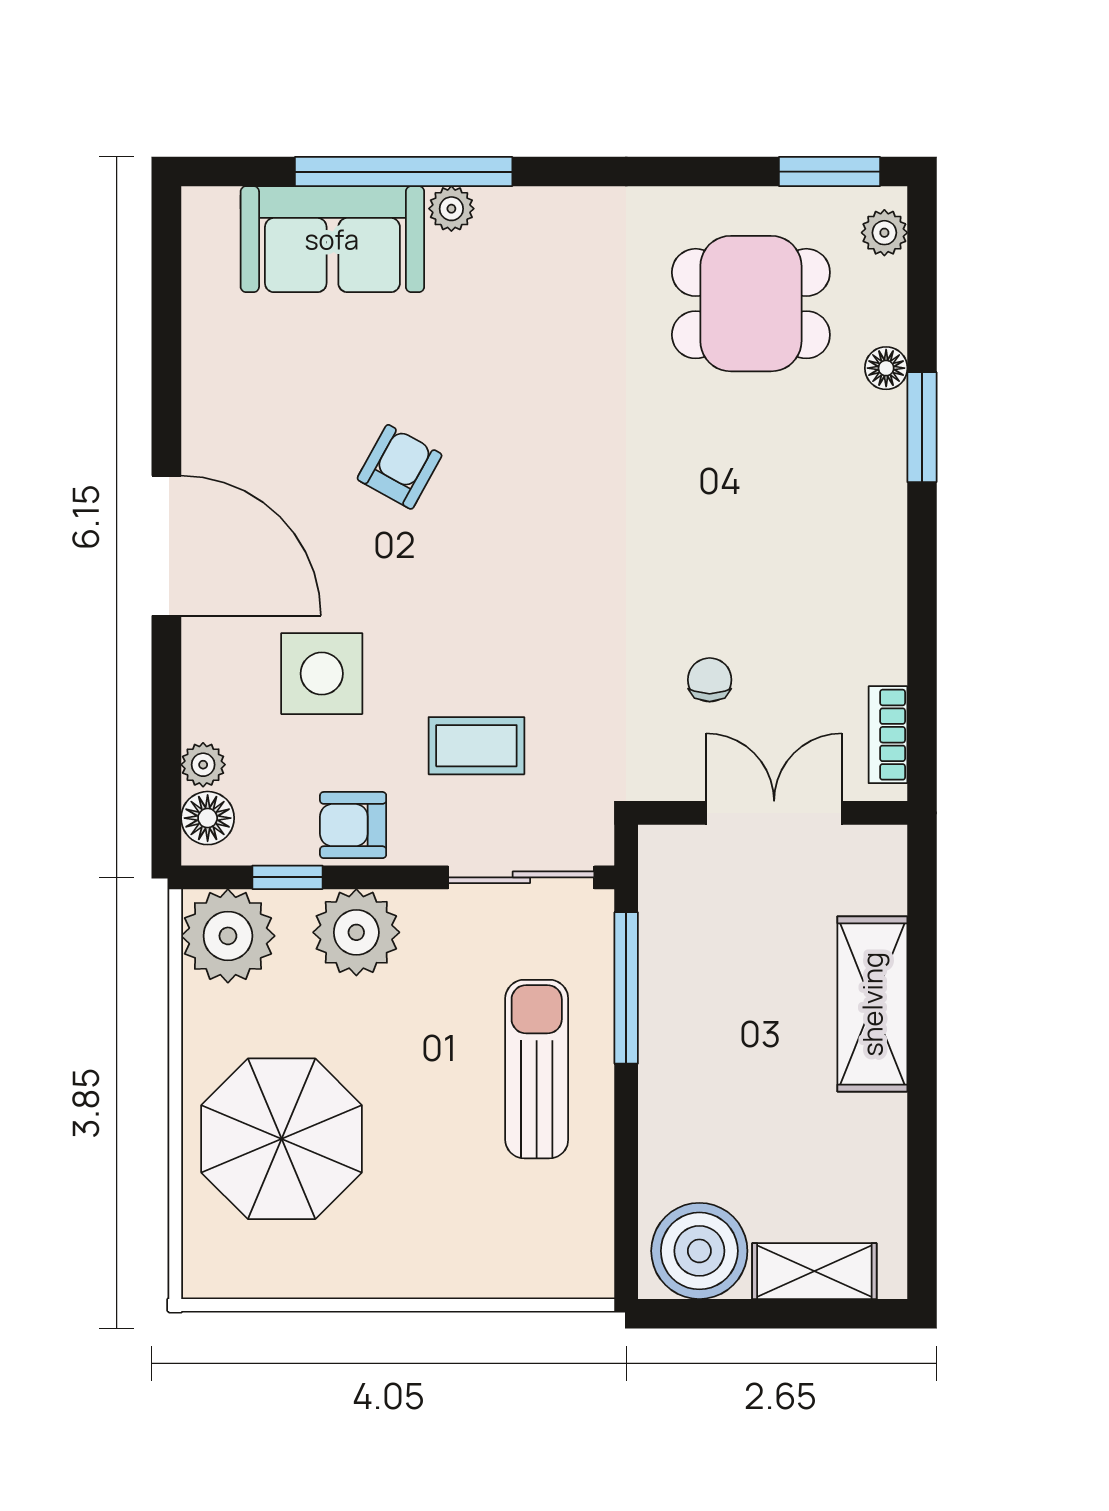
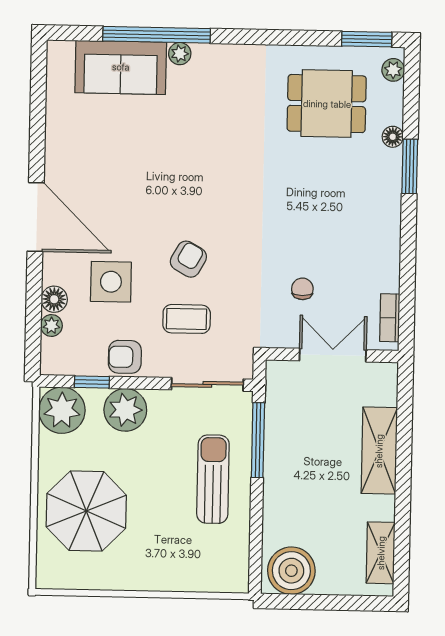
armchair: (400, 467) -> (188, 259), moved
floor lamp: (208, 818) -> (54, 299), moved
shelving: (814, 1271) -> (381, 553), moved, turned 90

